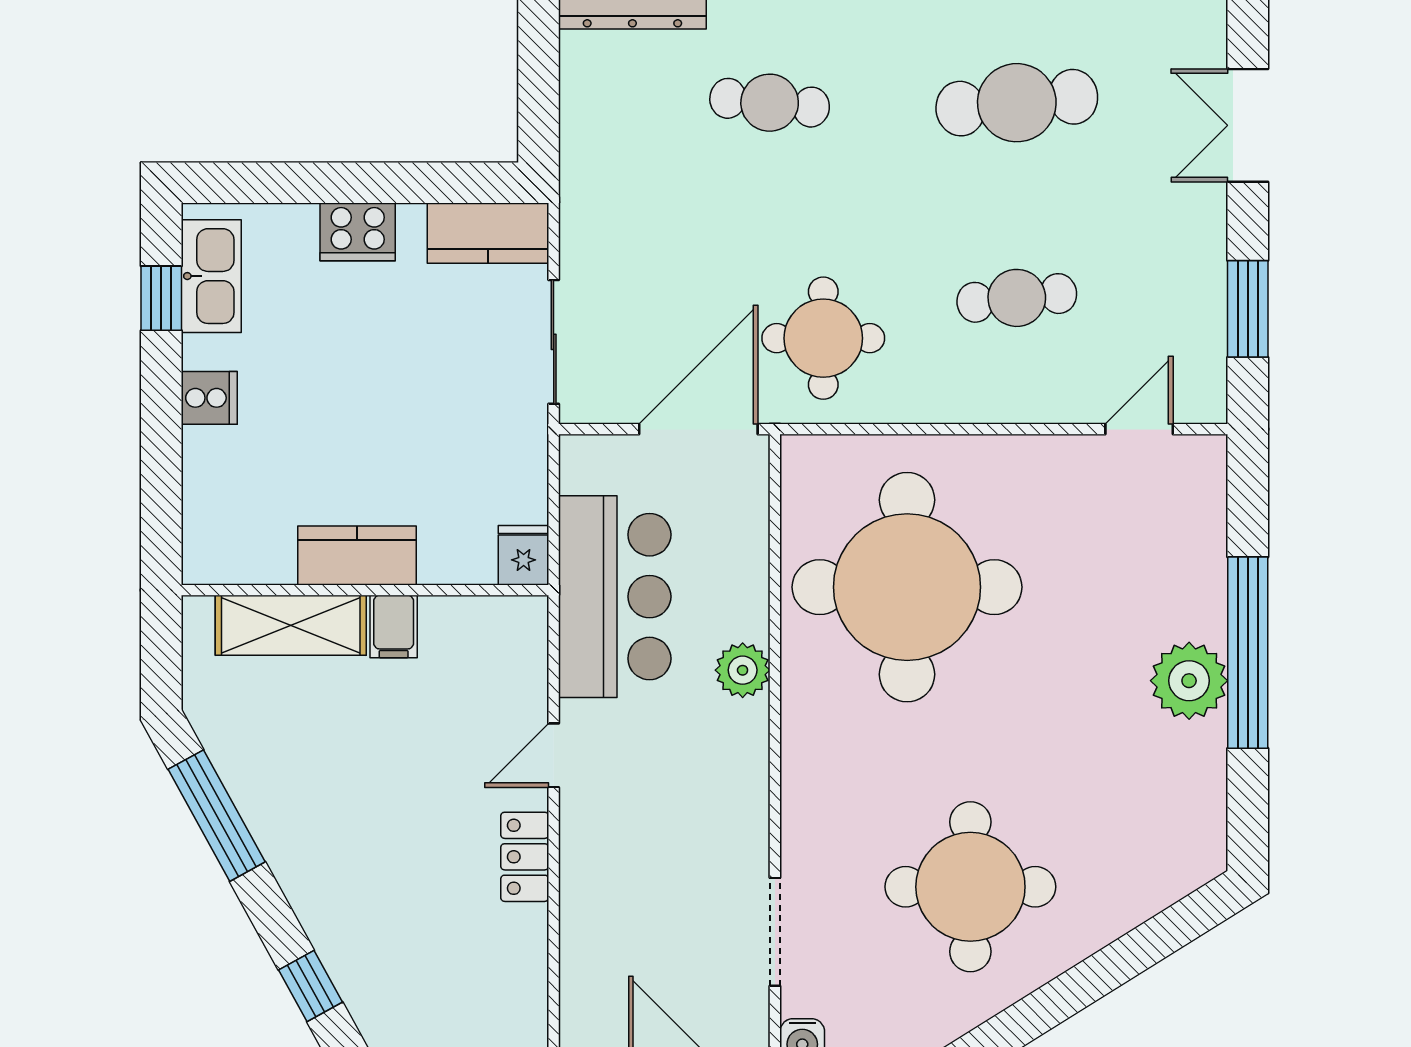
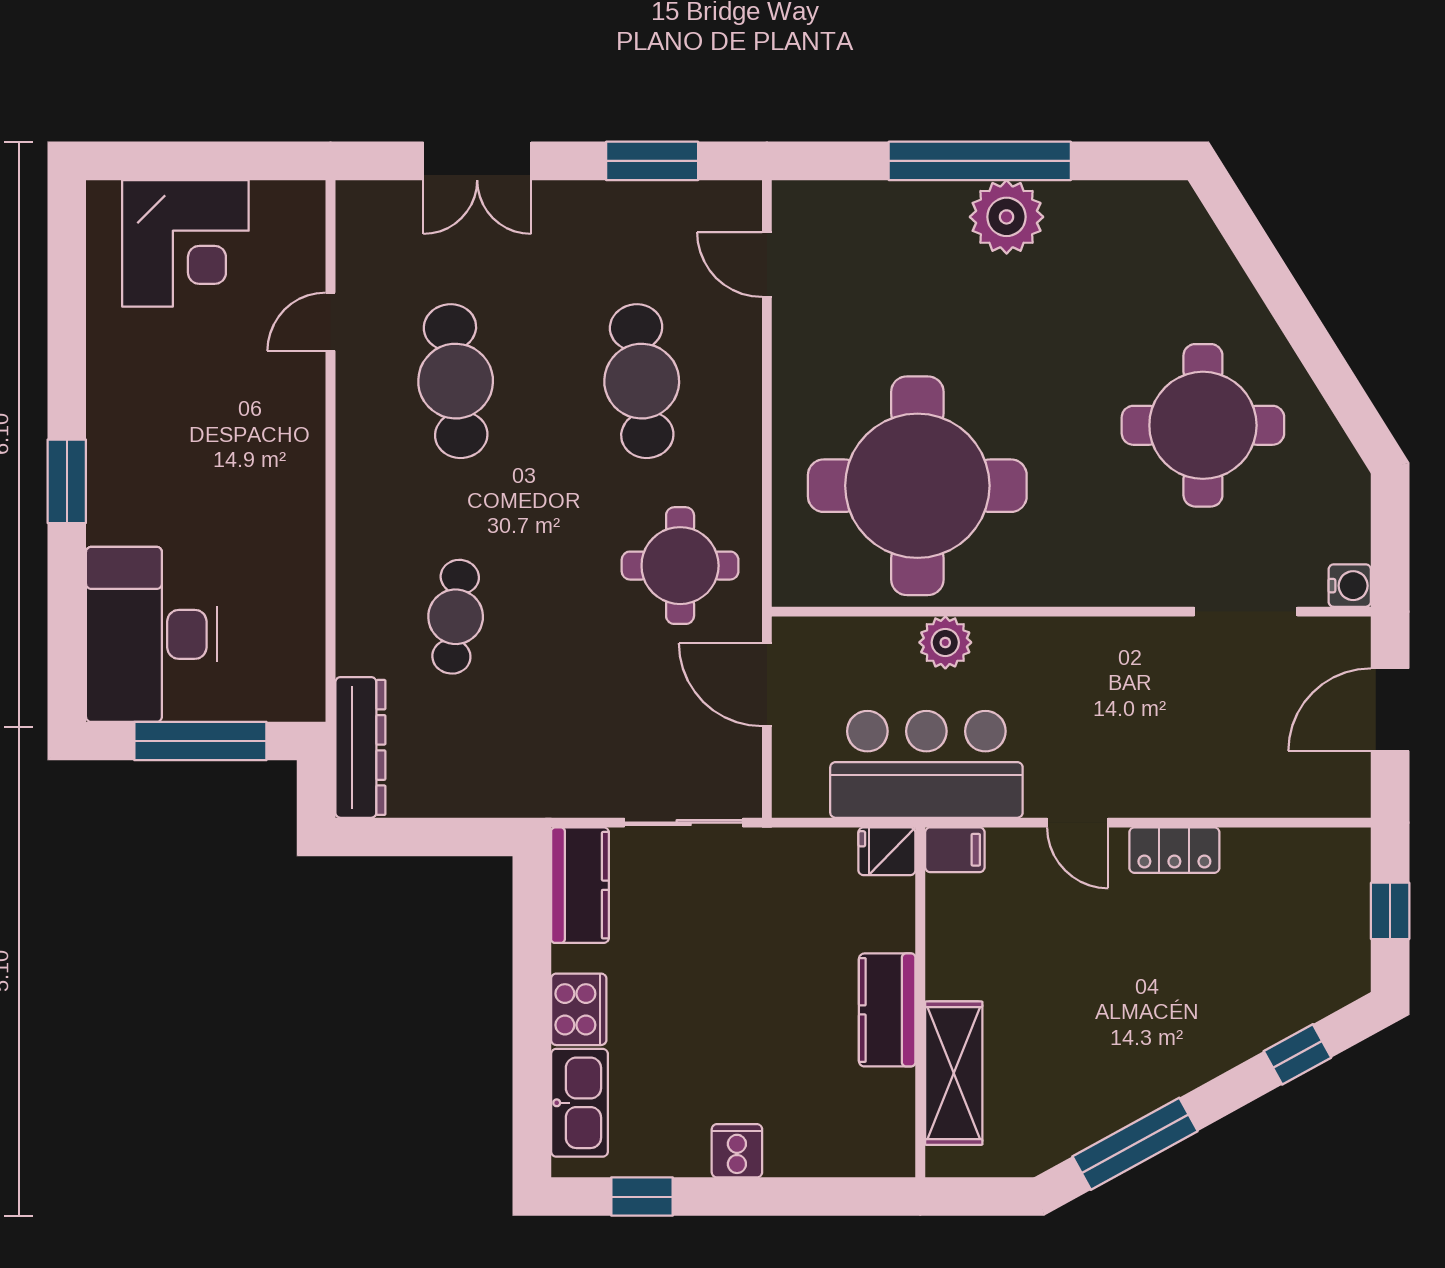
kitchen sink: (211, 276) -> (579, 1103), moved, turned 90
cafe table: (1017, 298) -> (642, 381), width x1.37, depth x1.35
door: (698, 429) -> (767, 685), width x0.73
filing cabinet: (394, 626) -> (955, 850), moved
plant: (743, 670) -> (945, 642), moved

